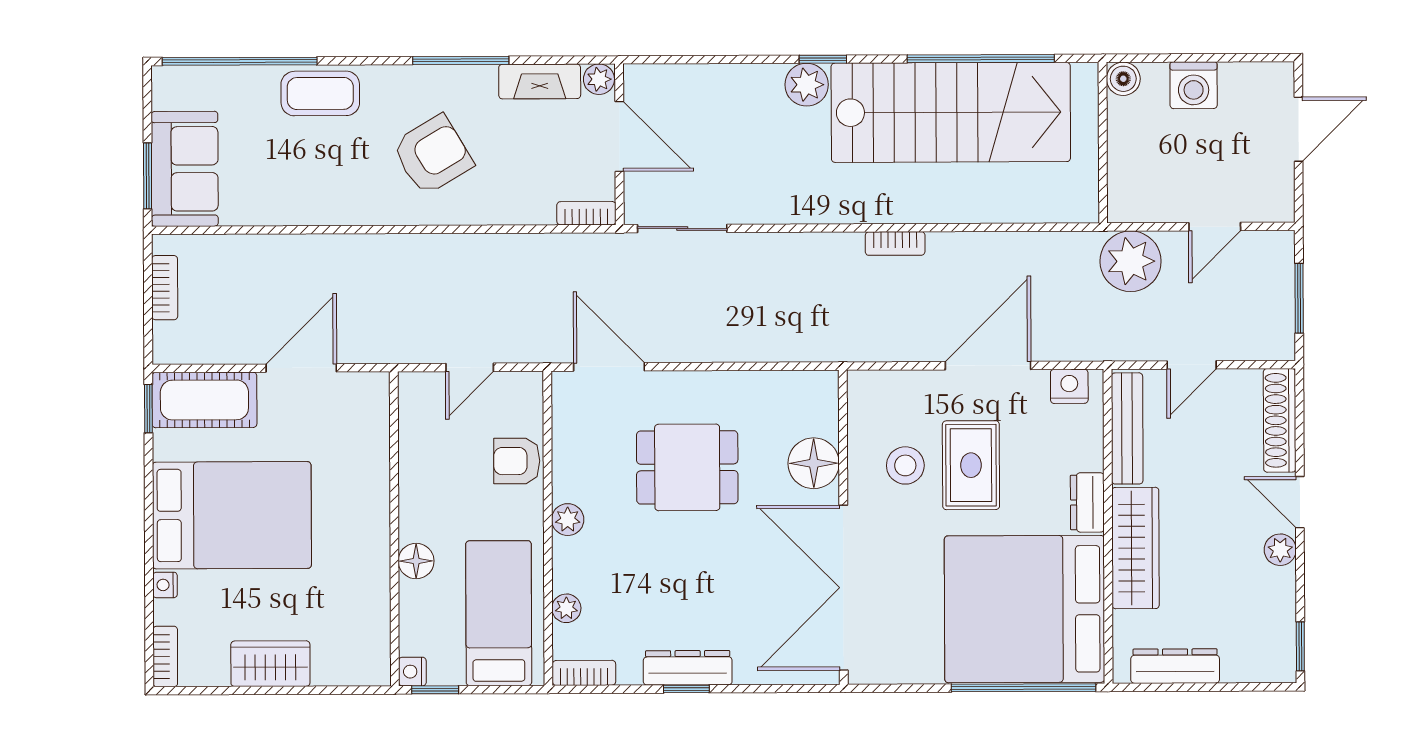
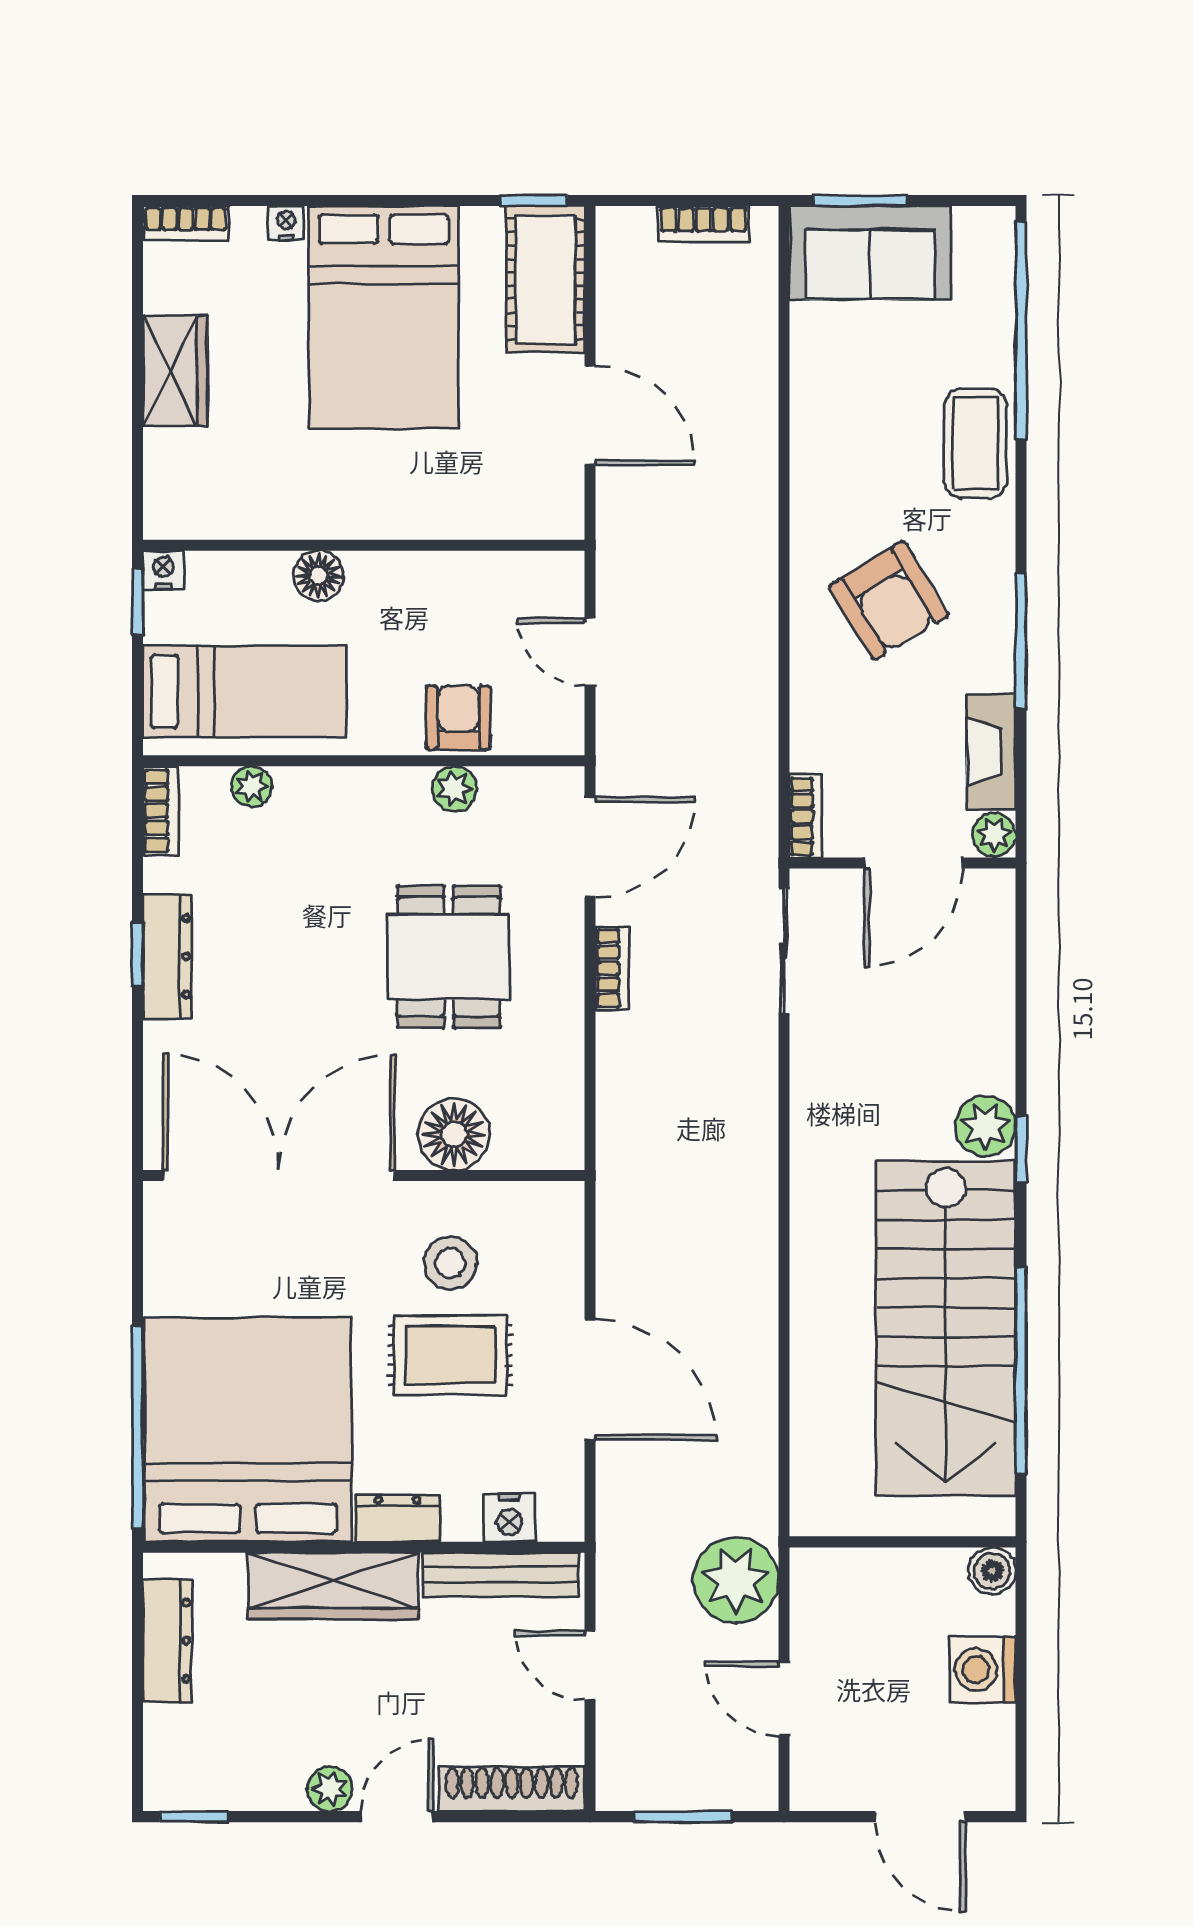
bookcase: (895, 243) -> (612, 968), moved, turned 180
nightstand: (1069, 386) -> (509, 1518), moved, turned 90
plant: (568, 520) -> (455, 789), moved

